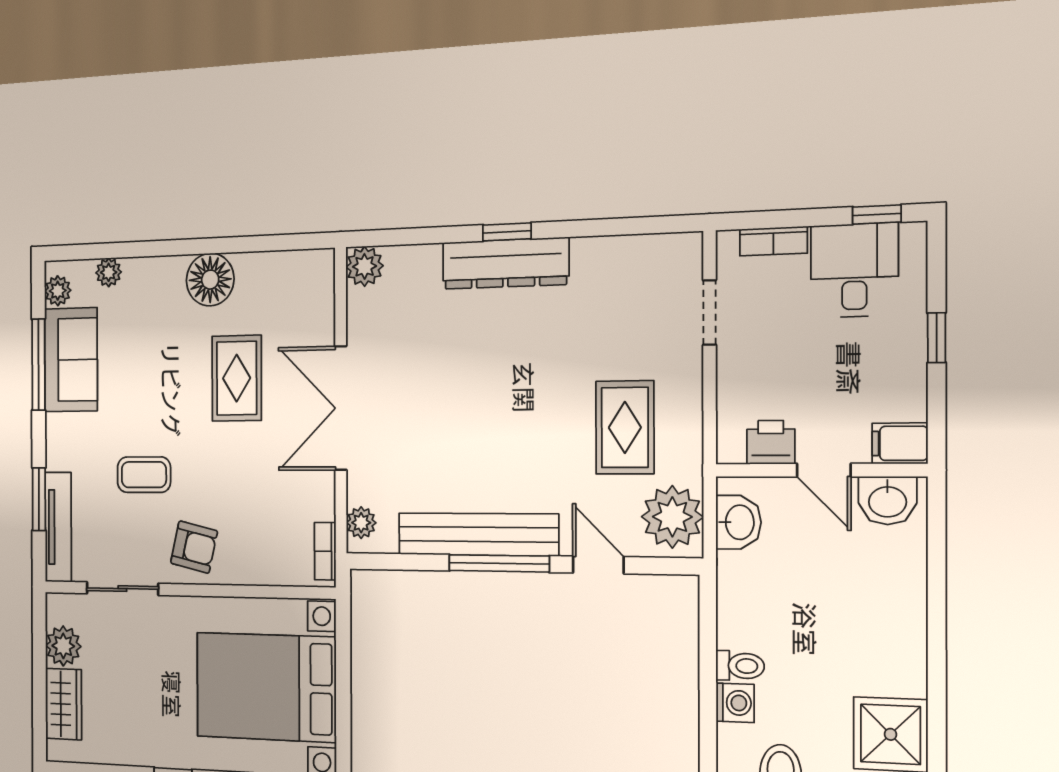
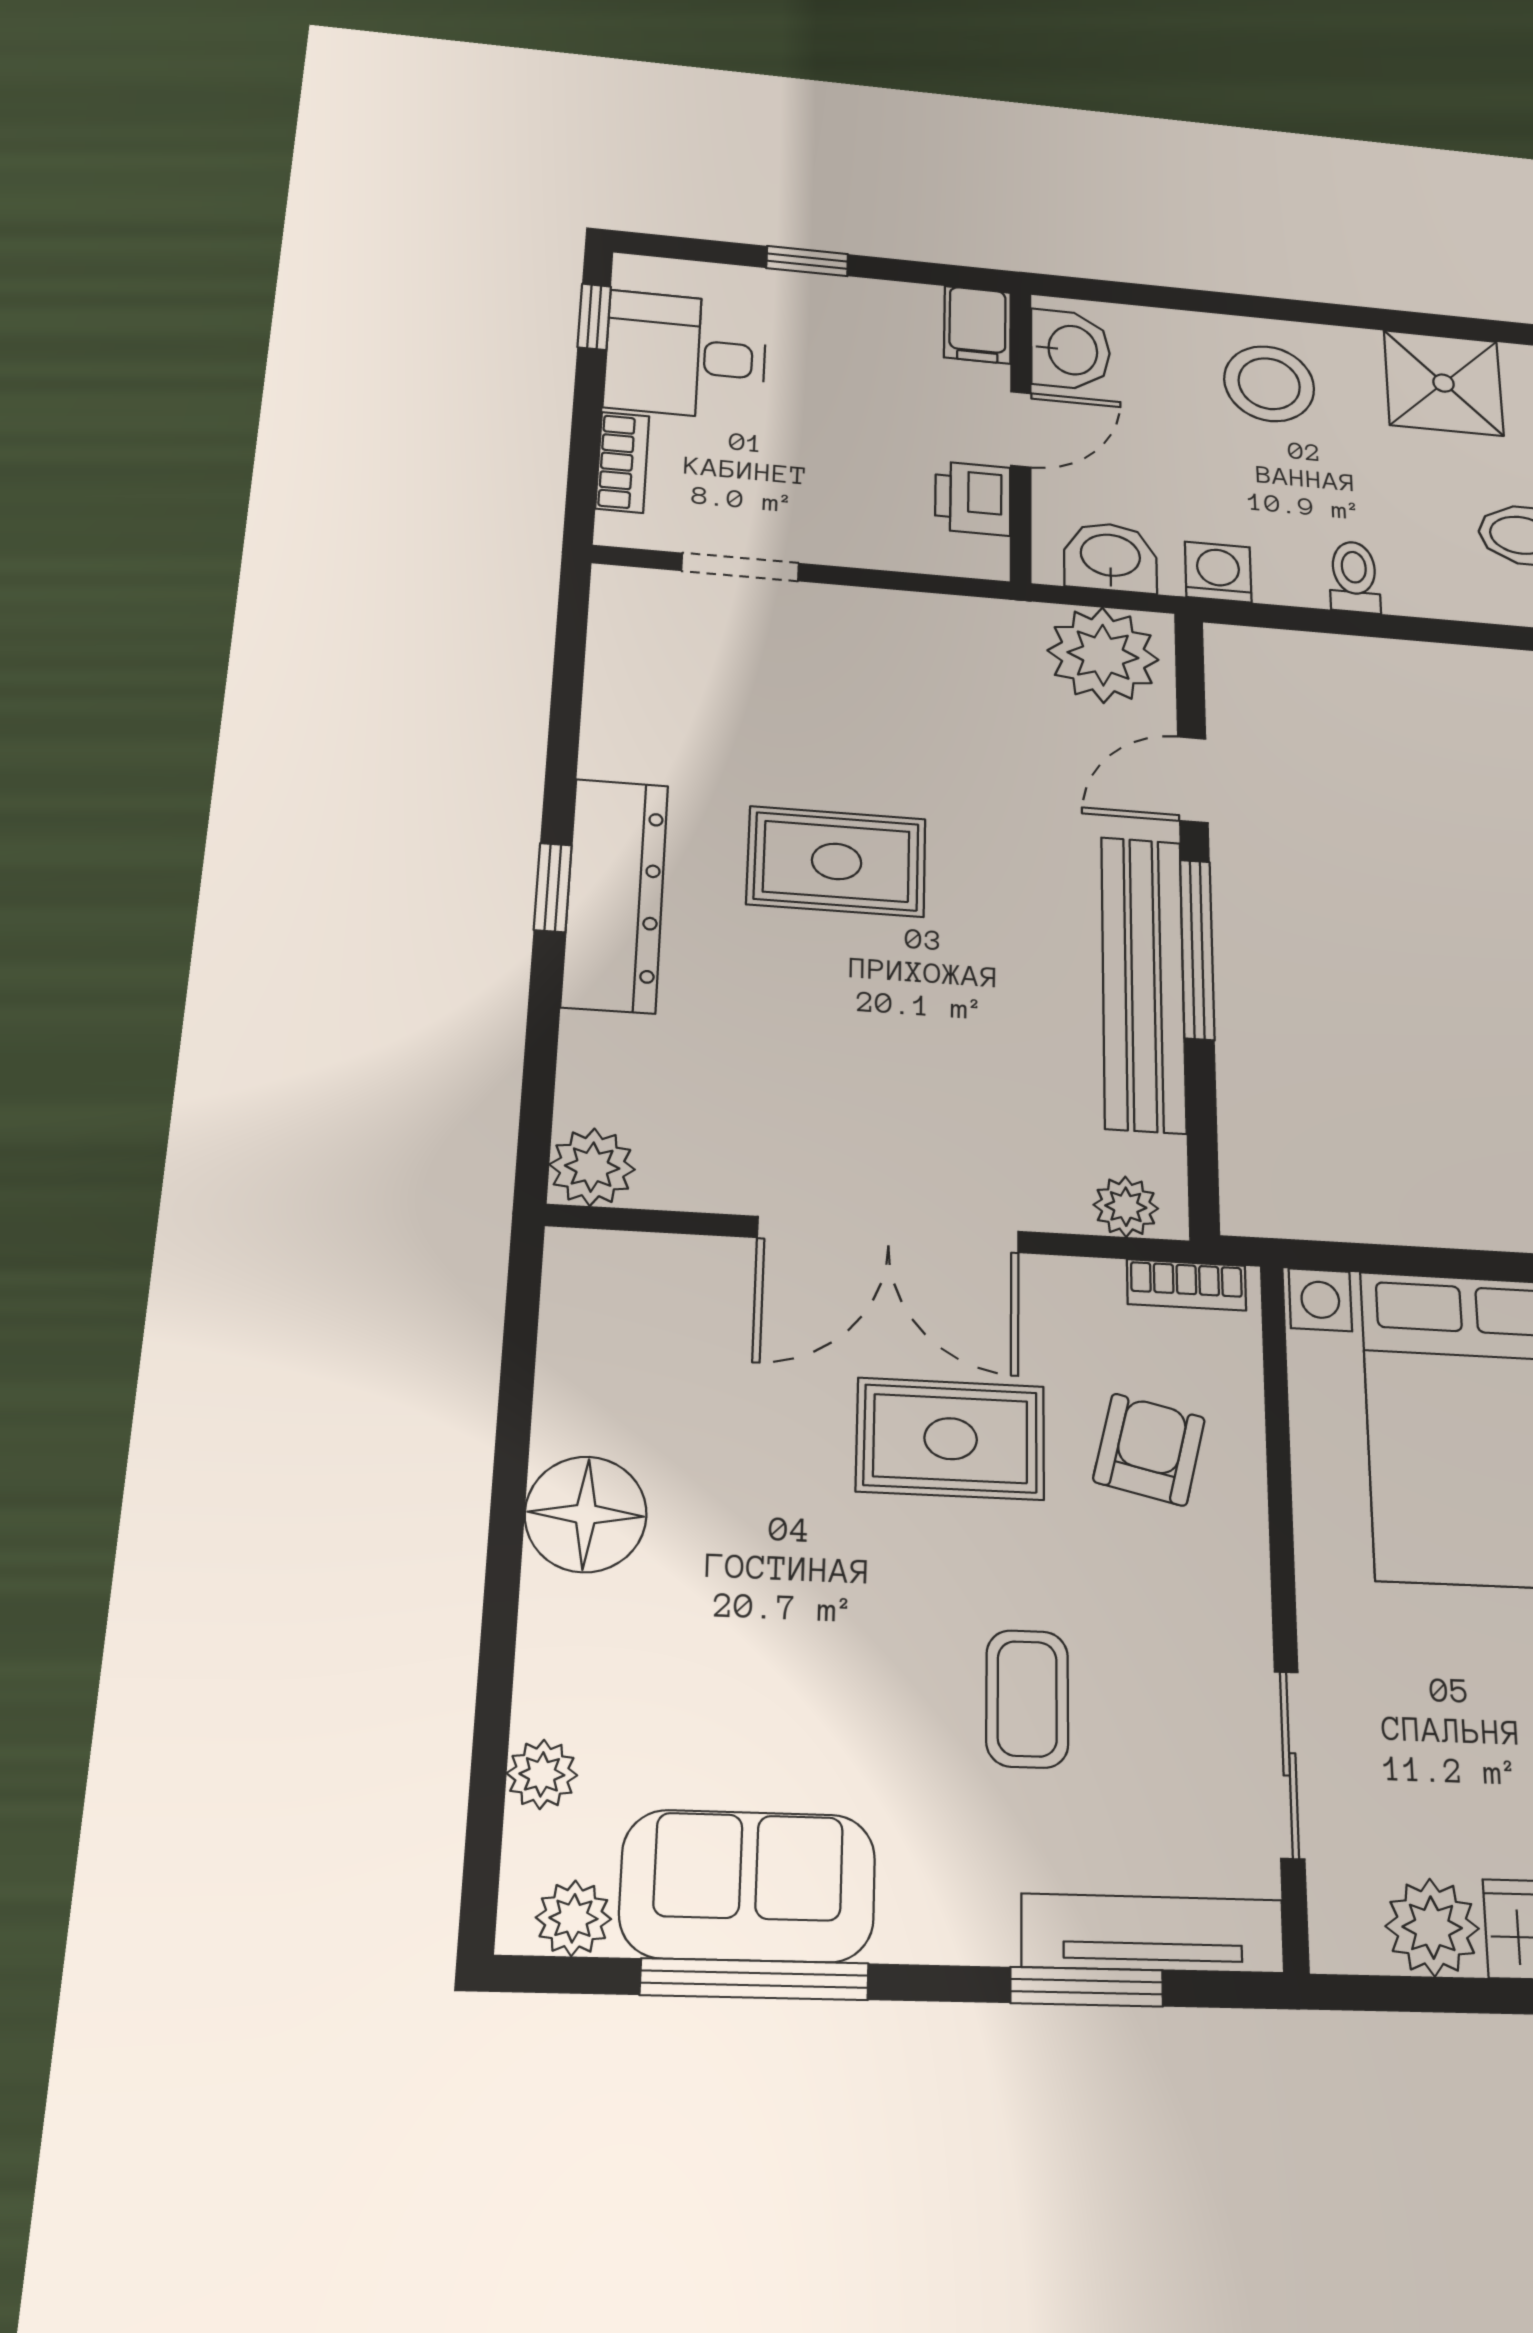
rug: (237, 378) -> (951, 1439), moved
rug: (625, 427) -> (837, 861), moved
armchair: (194, 547) -> (1149, 1450), moved
stool: (876, 623) -> (1269, 384), added
washing machine: (735, 703) -> (1218, 572), moved

